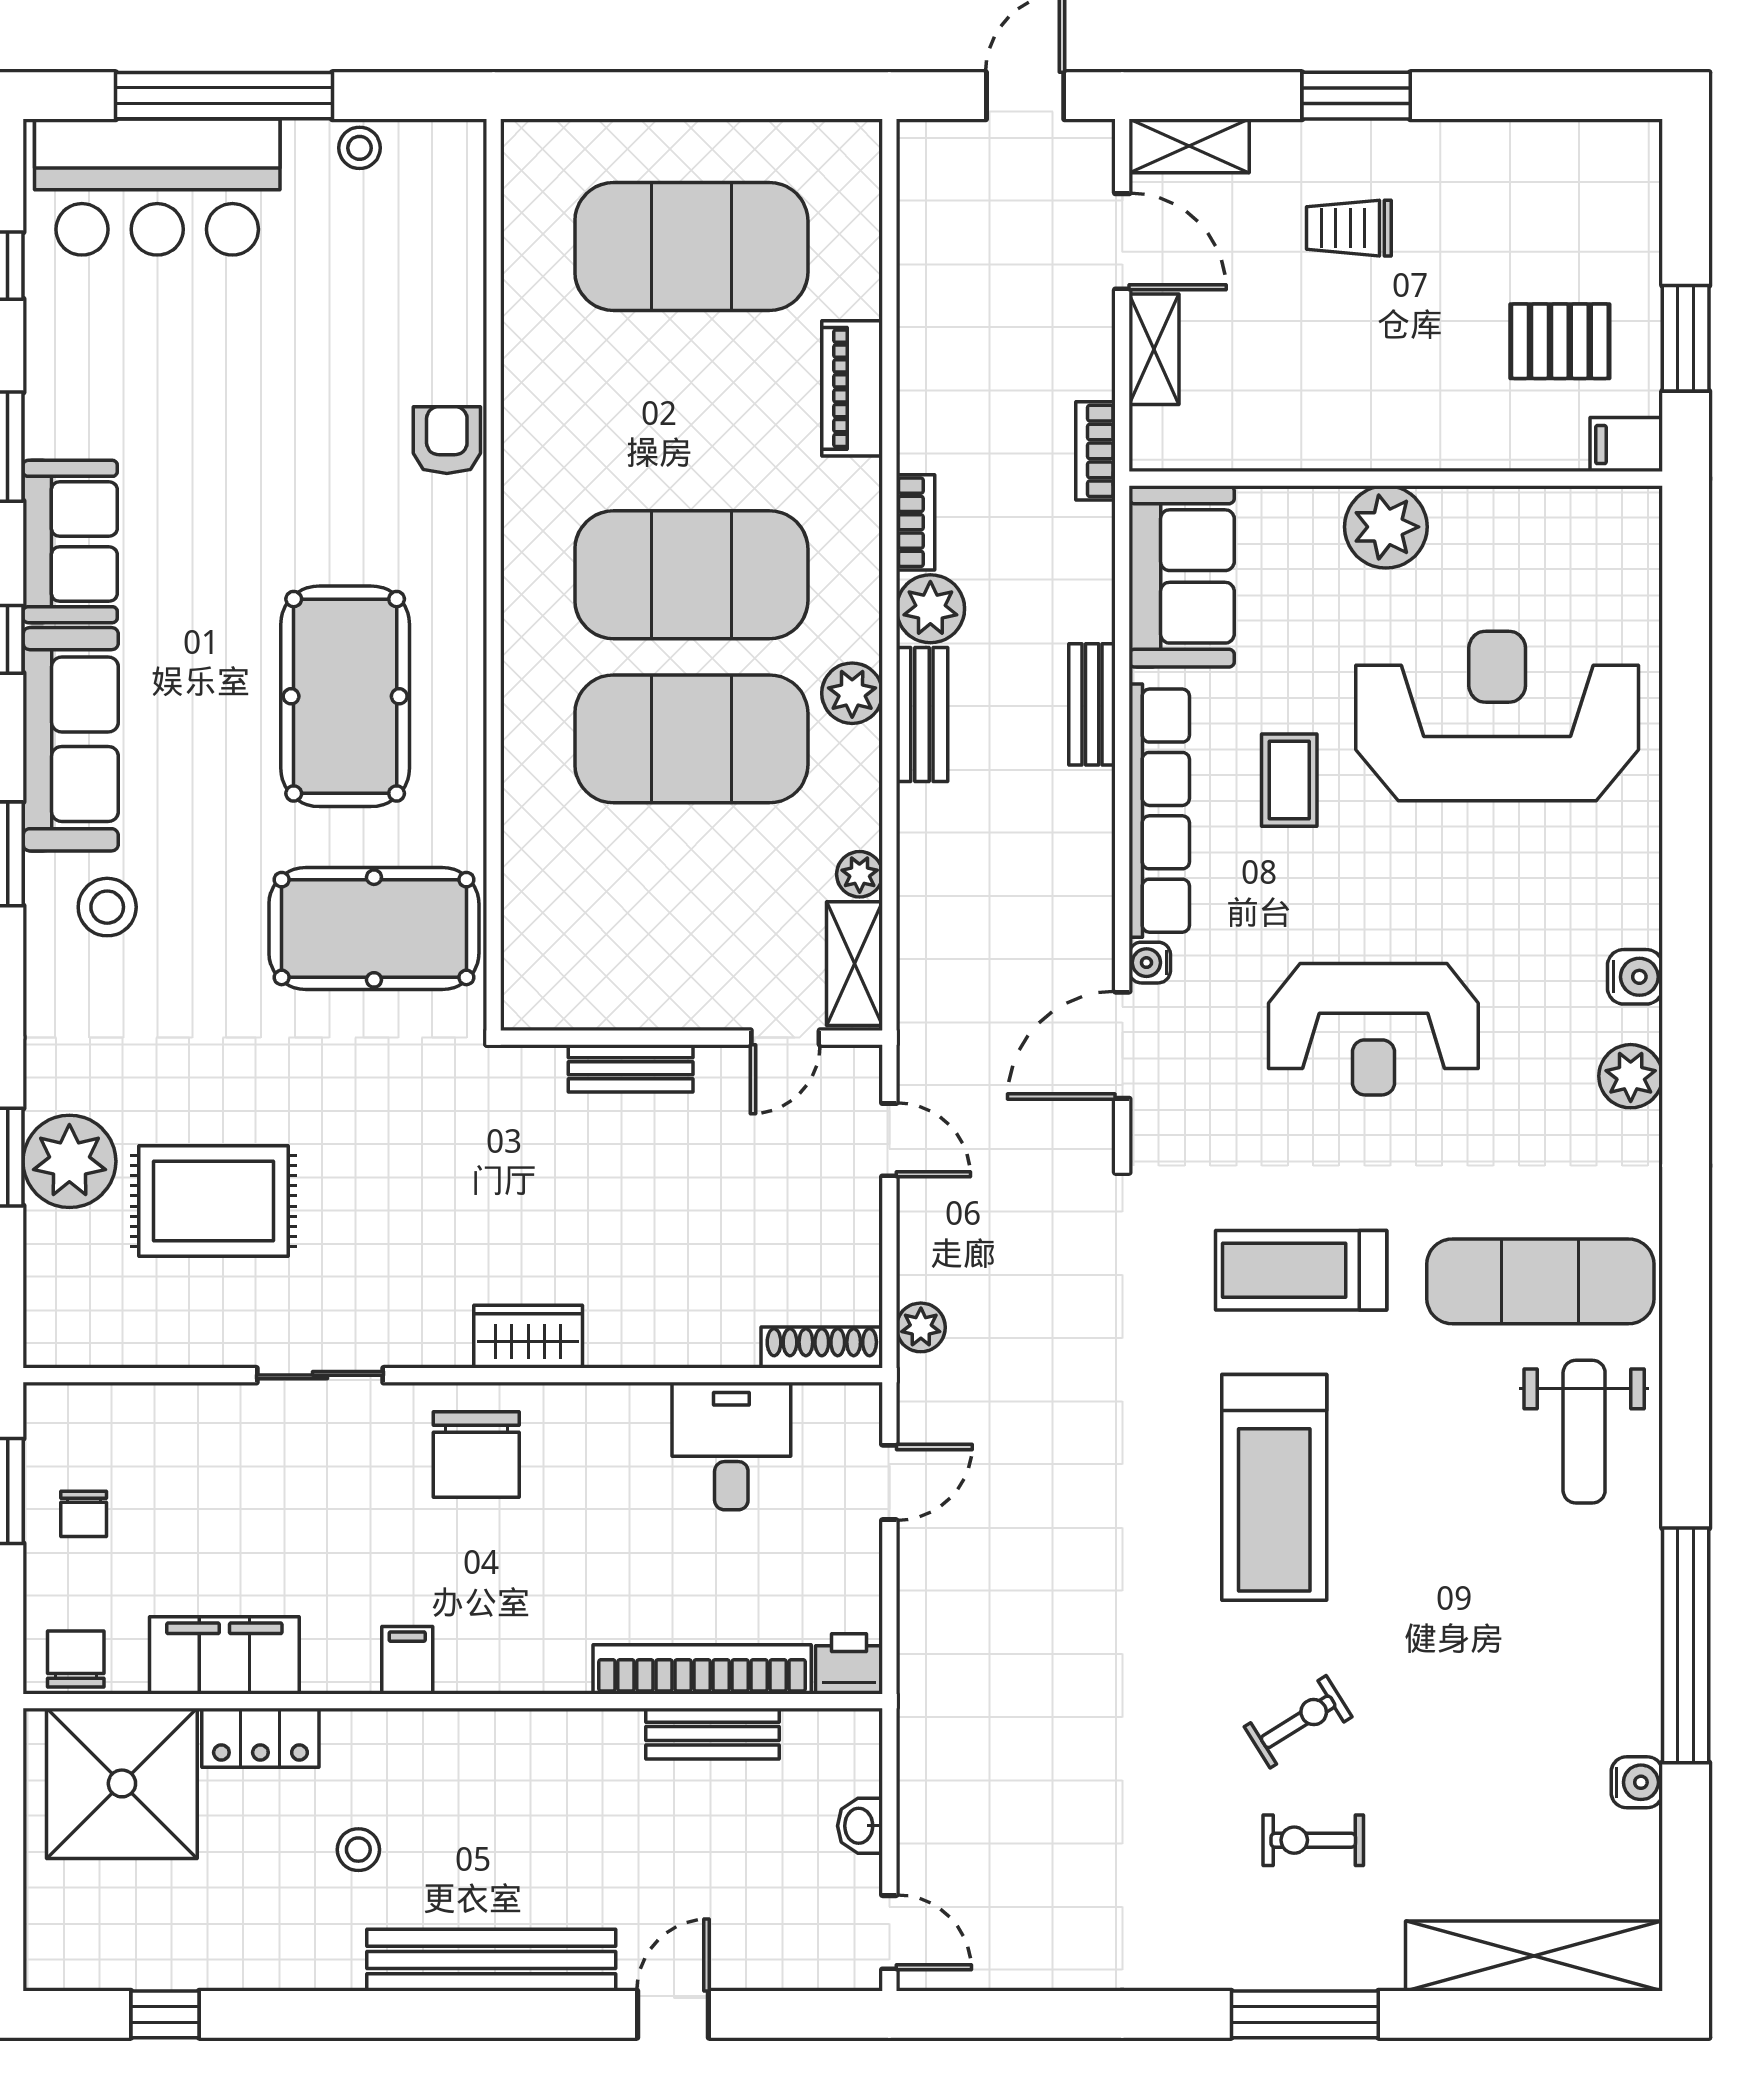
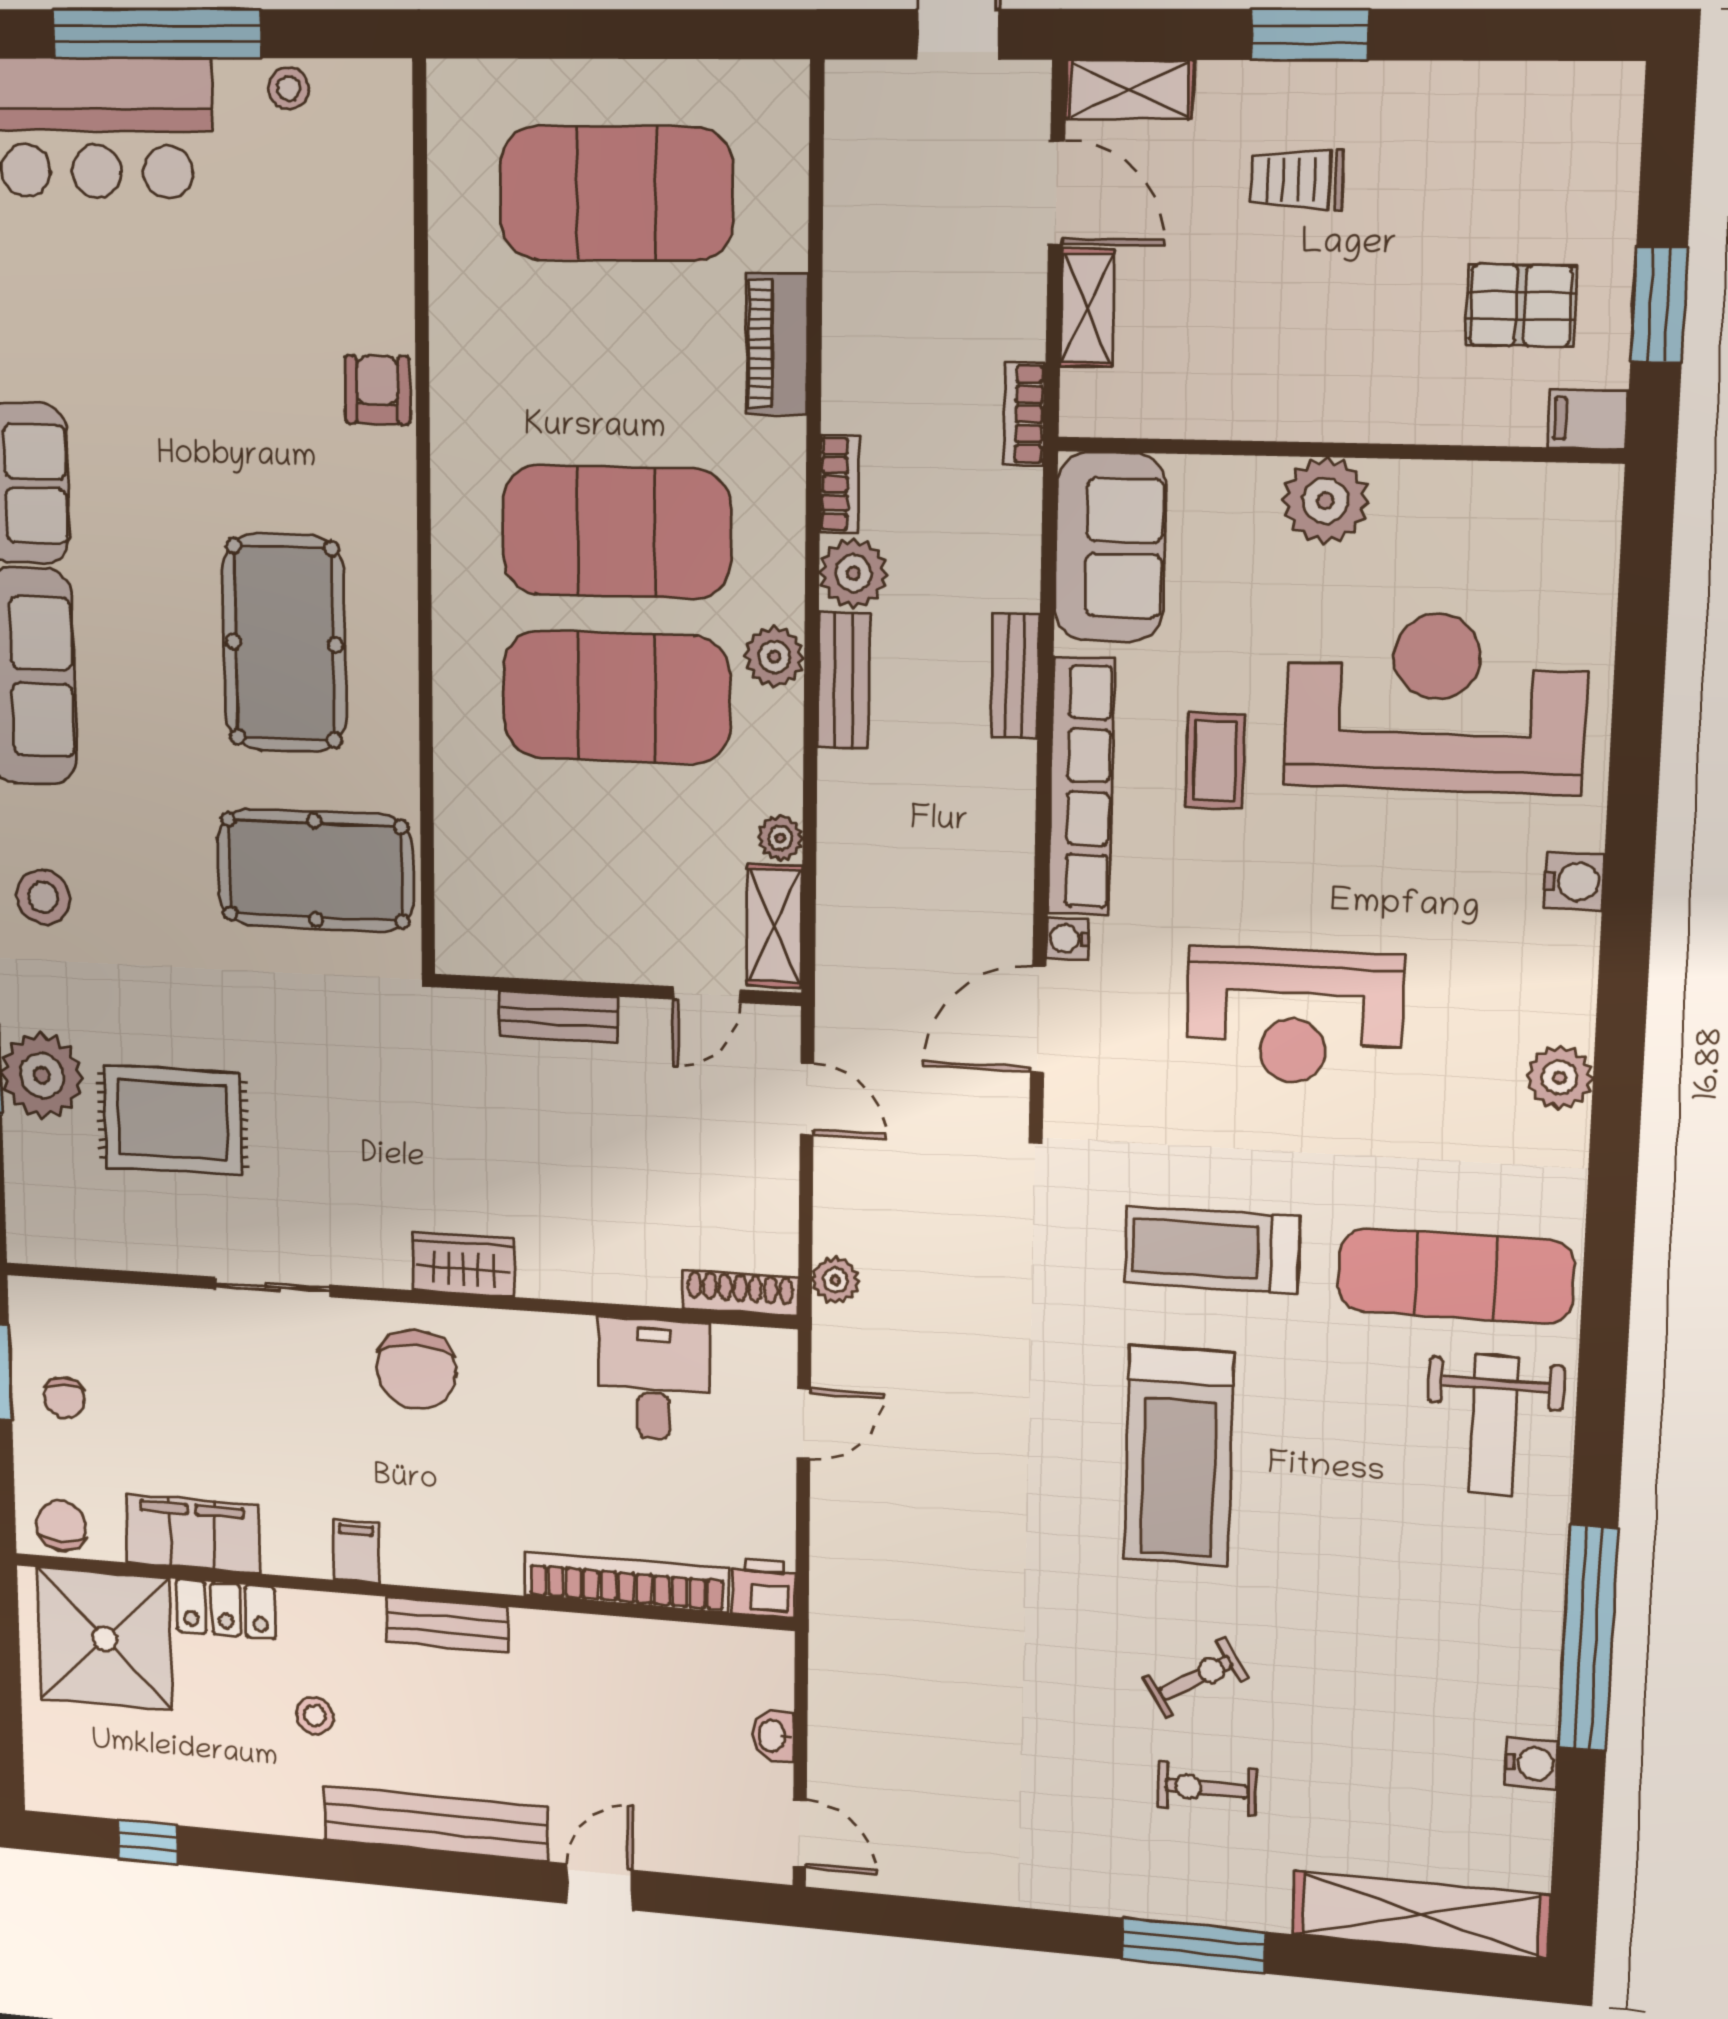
stool: (107, 907) -> (43, 897), moved
water cooler: (1635, 977) -> (1574, 882), moved
bench: (712, 1734) -> (447, 1625), moved

